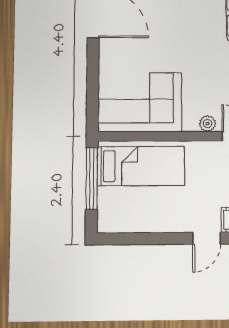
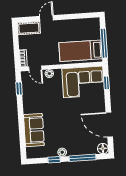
window: (93, 97) -> (106, 83), added

